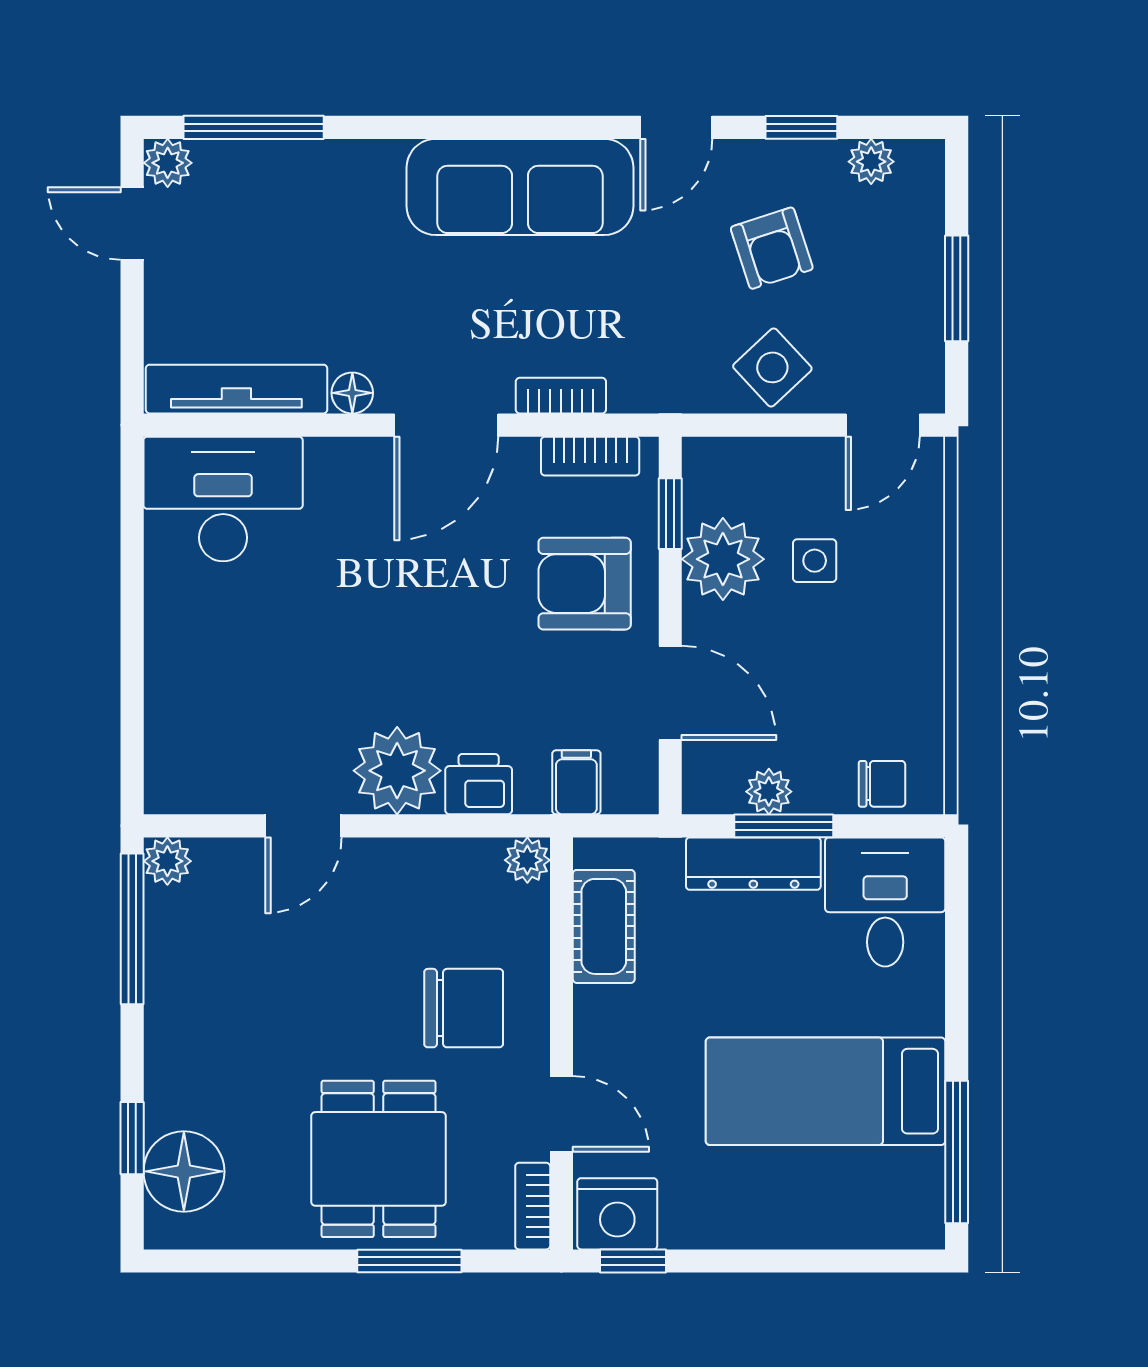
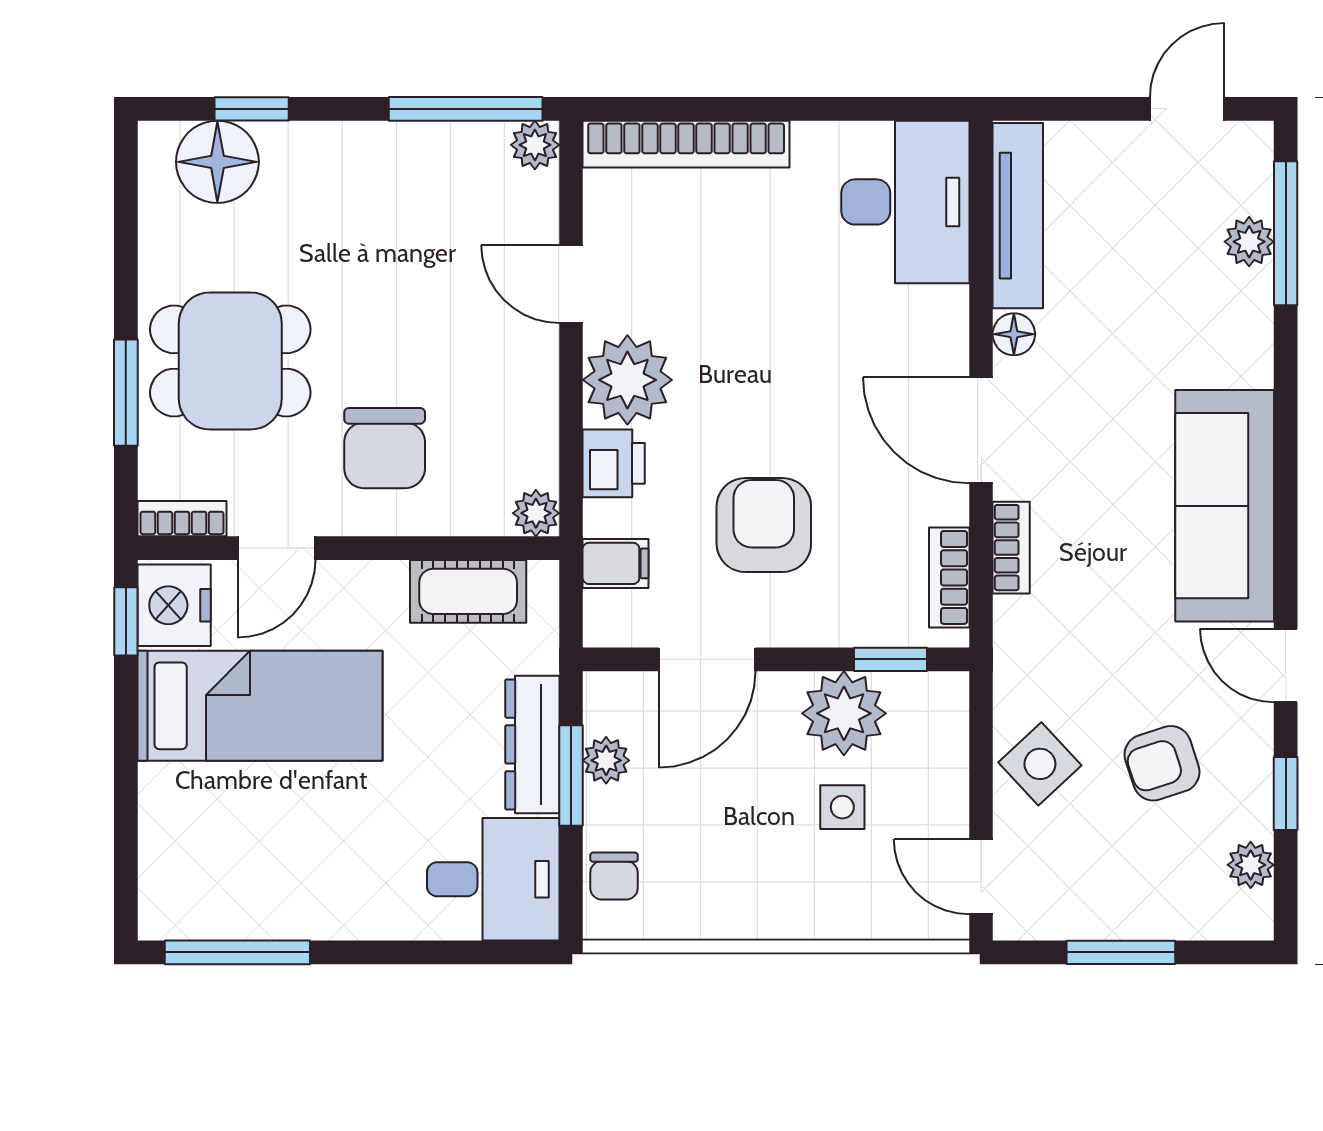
plant: (168, 163) -> (1249, 242), moved
armchair: (585, 584) -> (764, 525), moved
bookcase: (166, 713) -> (686, 144), added
bed: (825, 1091) -> (260, 706), moved, turned 90

